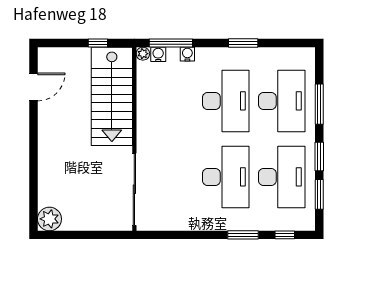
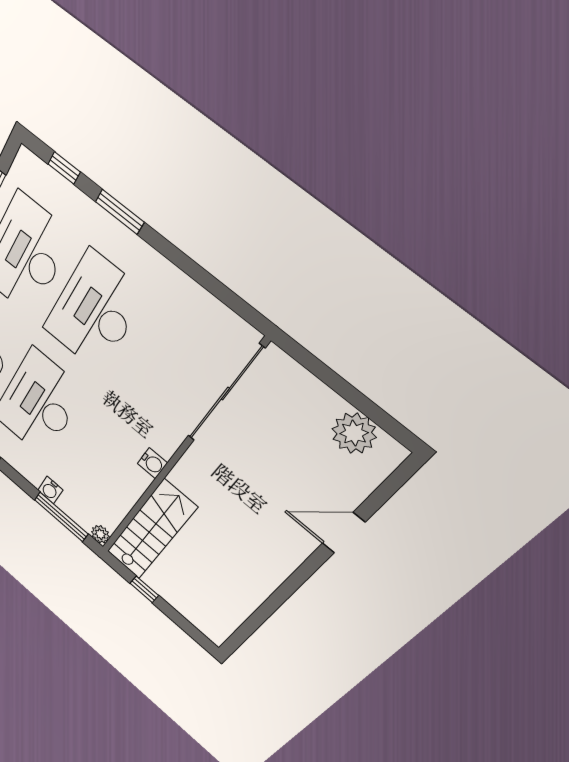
water cooler: (158, 54) -> (152, 463), moved, turned -90
door: (34, 87) -> (343, 533), moved
stairs: (112, 96) -> (151, 530), width x0.73, depth x0.66
plant: (49, 219) -> (354, 433), moved

